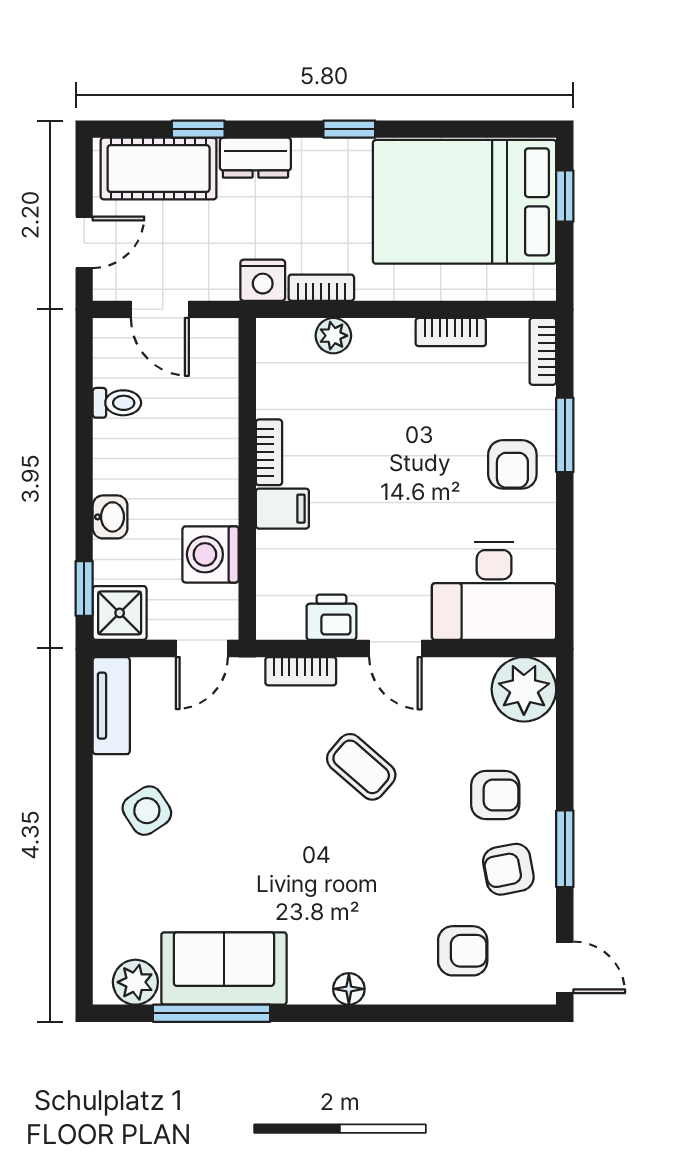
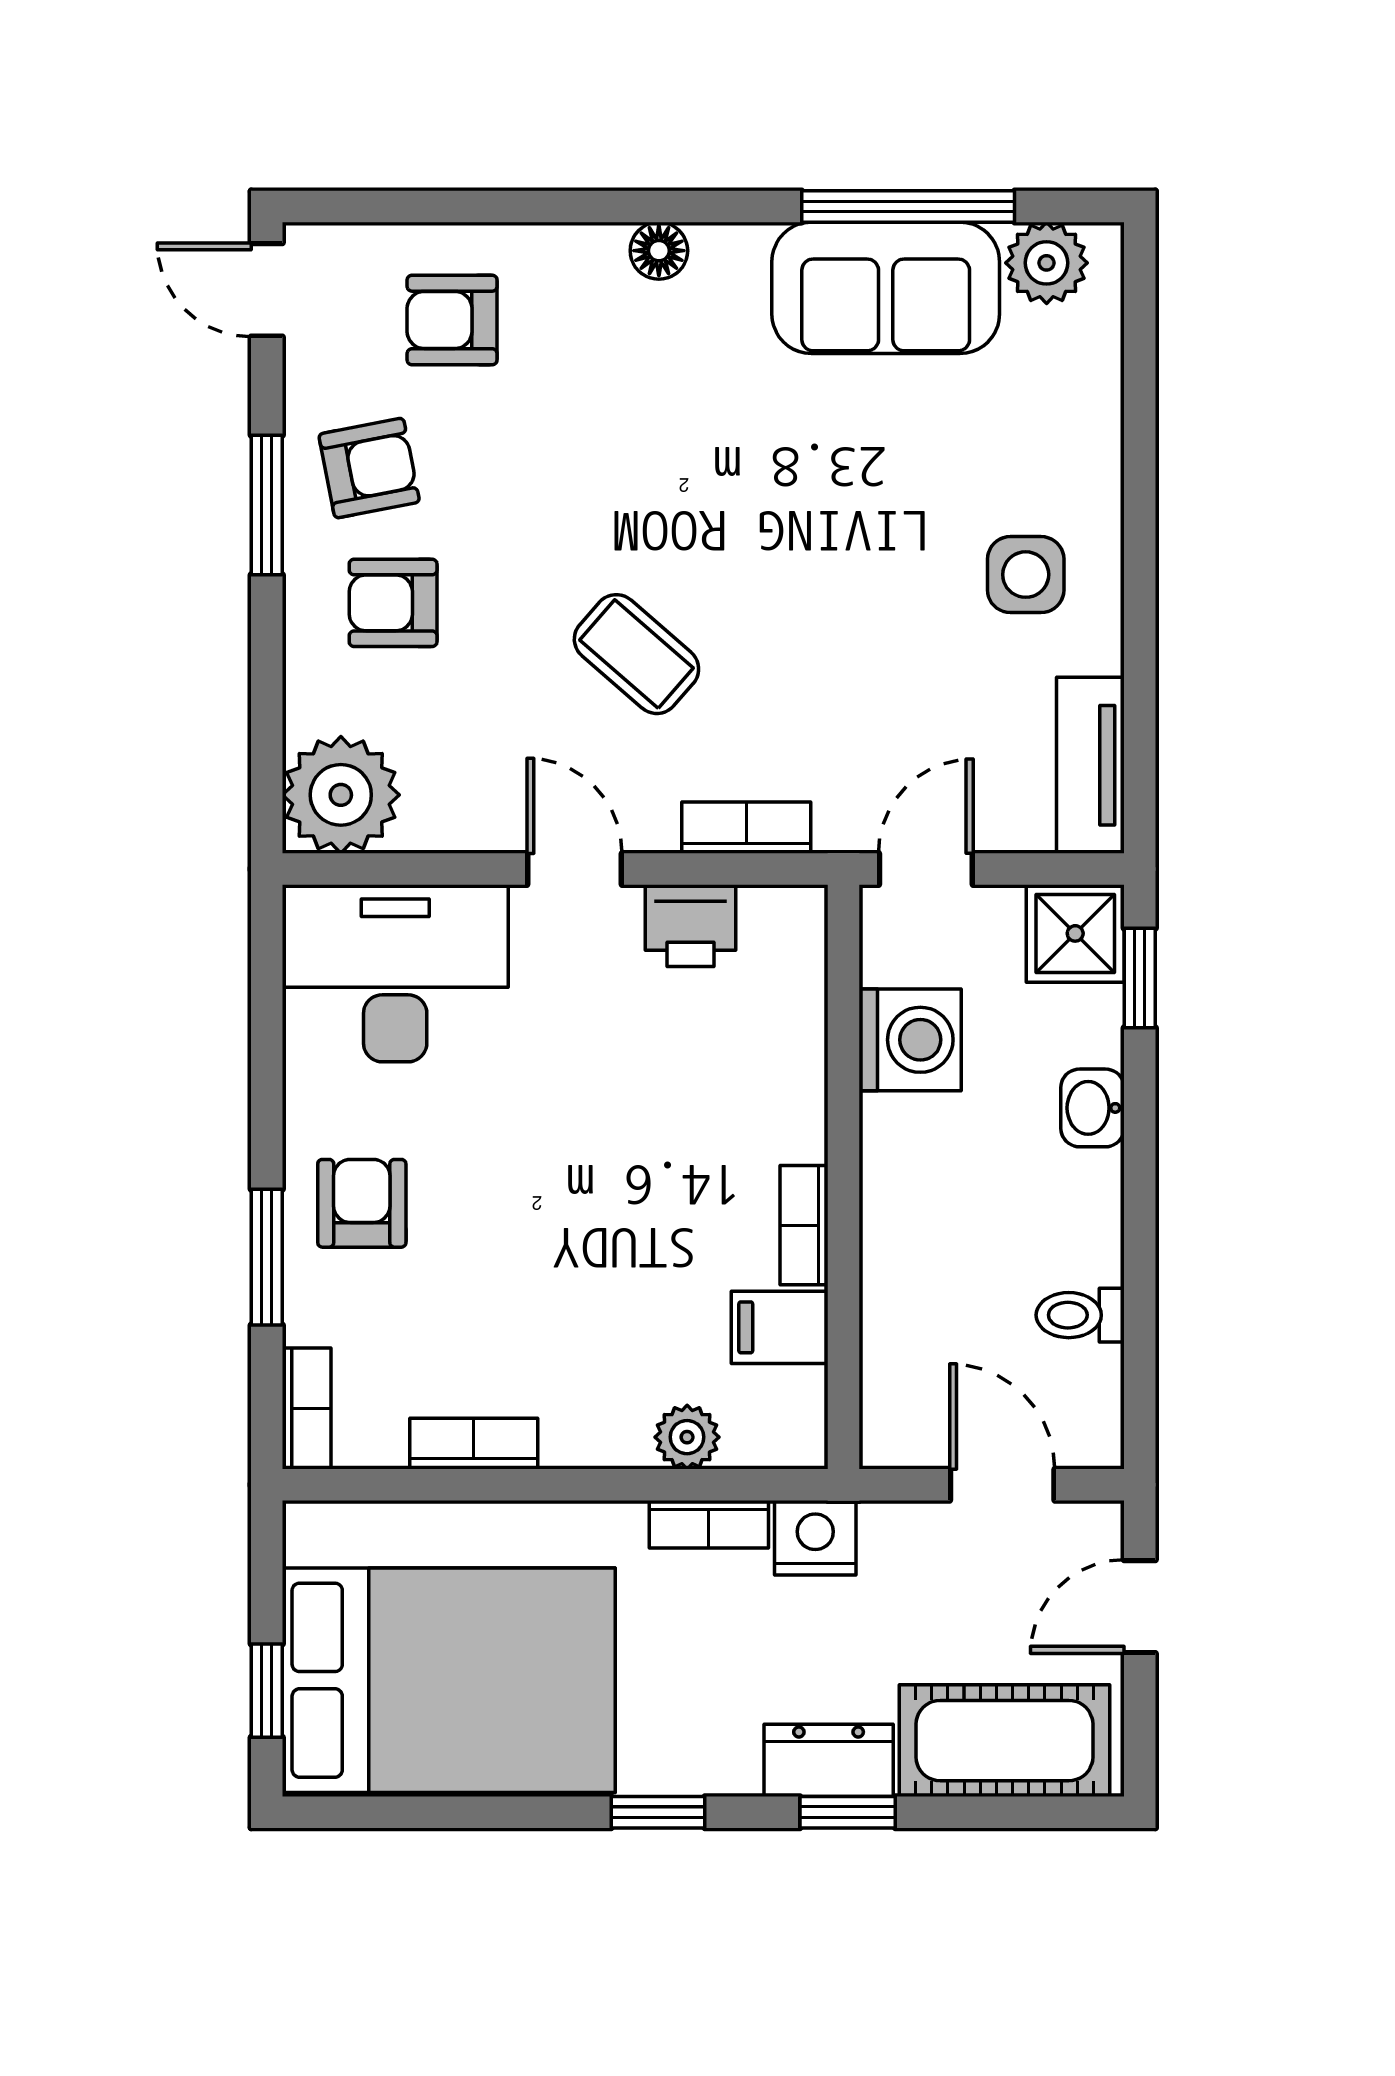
window: (198, 129) -> (848, 1812), moved
filing cabinet: (282, 509) -> (780, 1327), moved
side table: (147, 811) -> (1026, 575), turned 33

